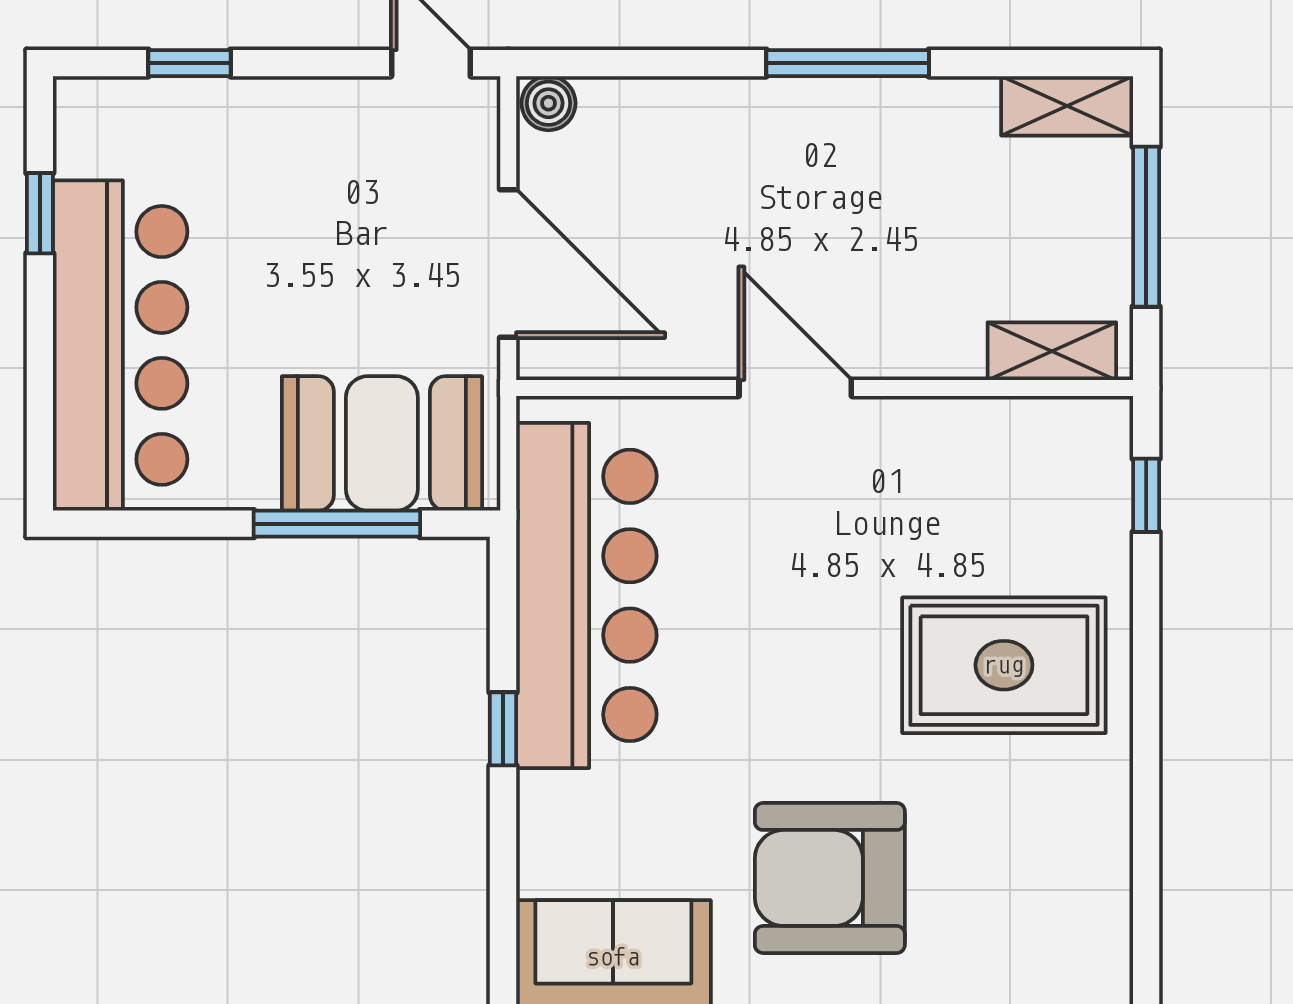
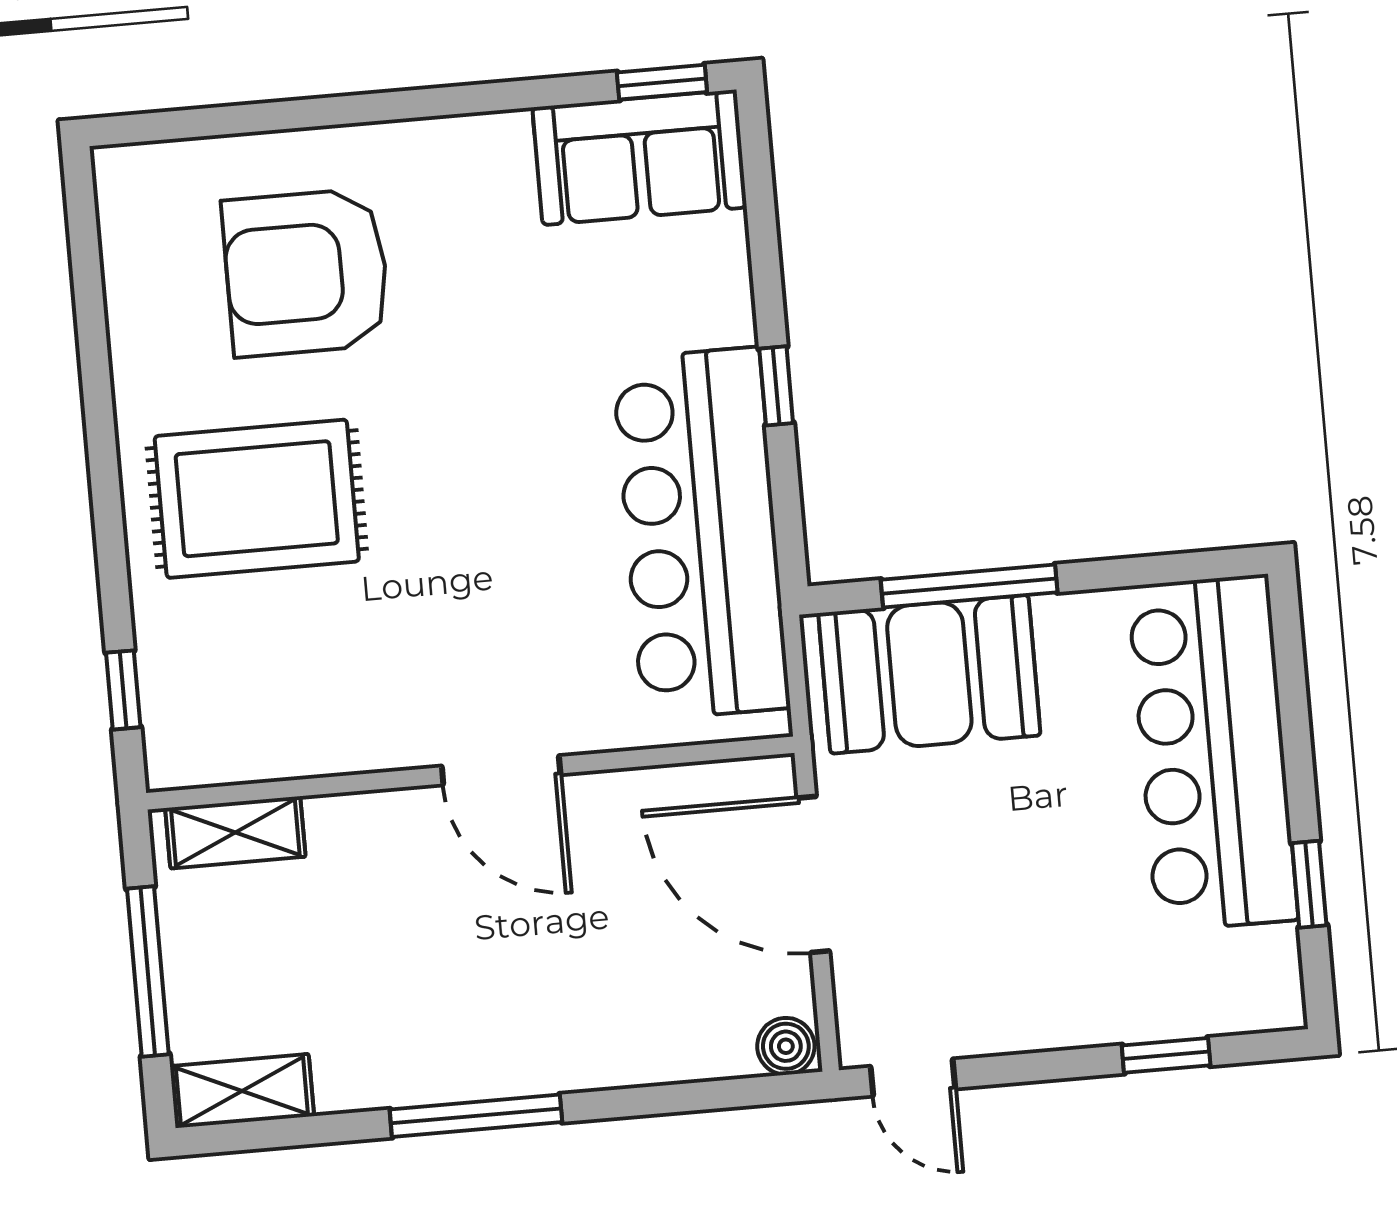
armchair: (830, 878) -> (306, 273), moved, turned 180

